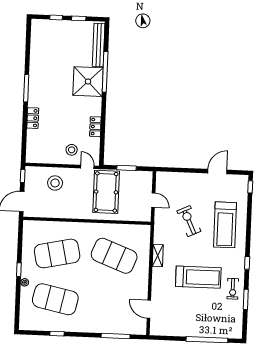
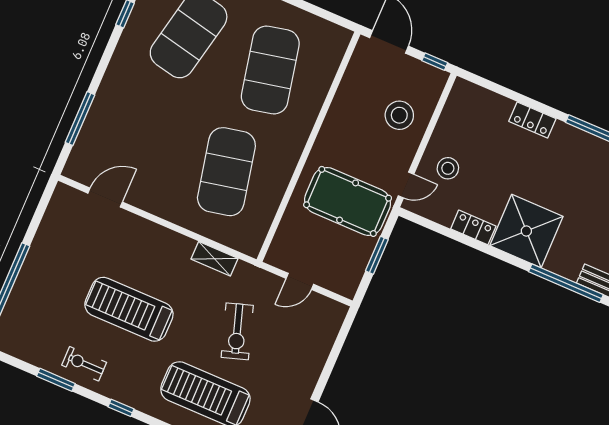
shower: (88, 82) -> (526, 231), moved
exercise bike: (189, 221) -> (237, 331), turned 97
exercise mat: (114, 256) -> (226, 172), turned -33
shelving: (158, 256) -> (214, 259), moved
treadmill: (198, 277) -> (129, 309), turned 90

